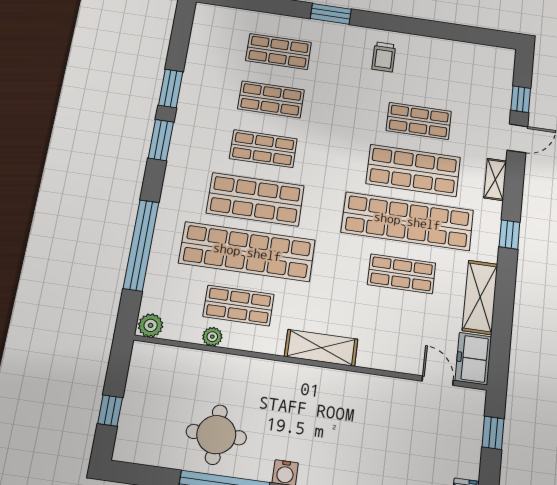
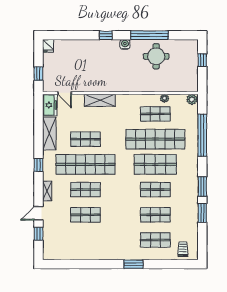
trolley: (384, 57) -> (183, 249), moved
shop shelf: (413, 170) -> (85, 190), width x0.70, depth x0.74
shelving: (321, 348) -> (100, 100), moved

